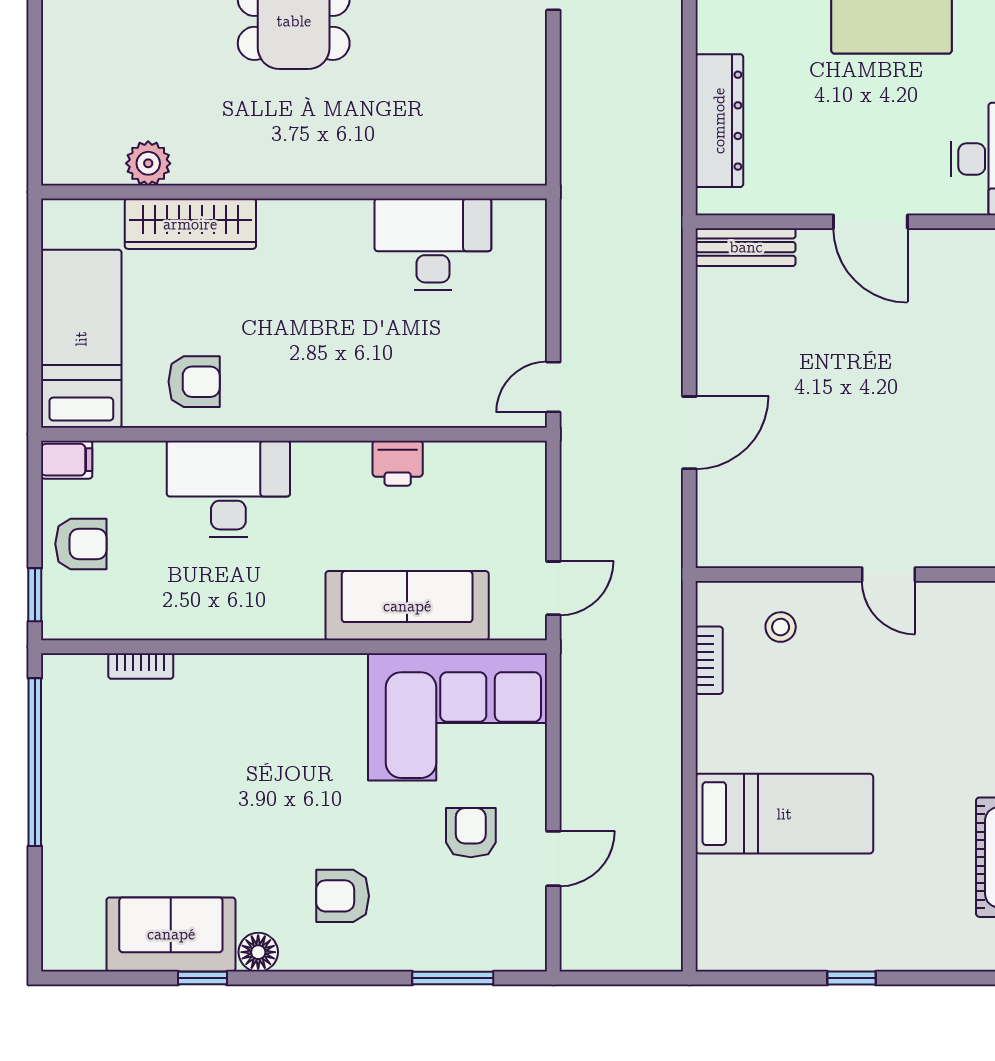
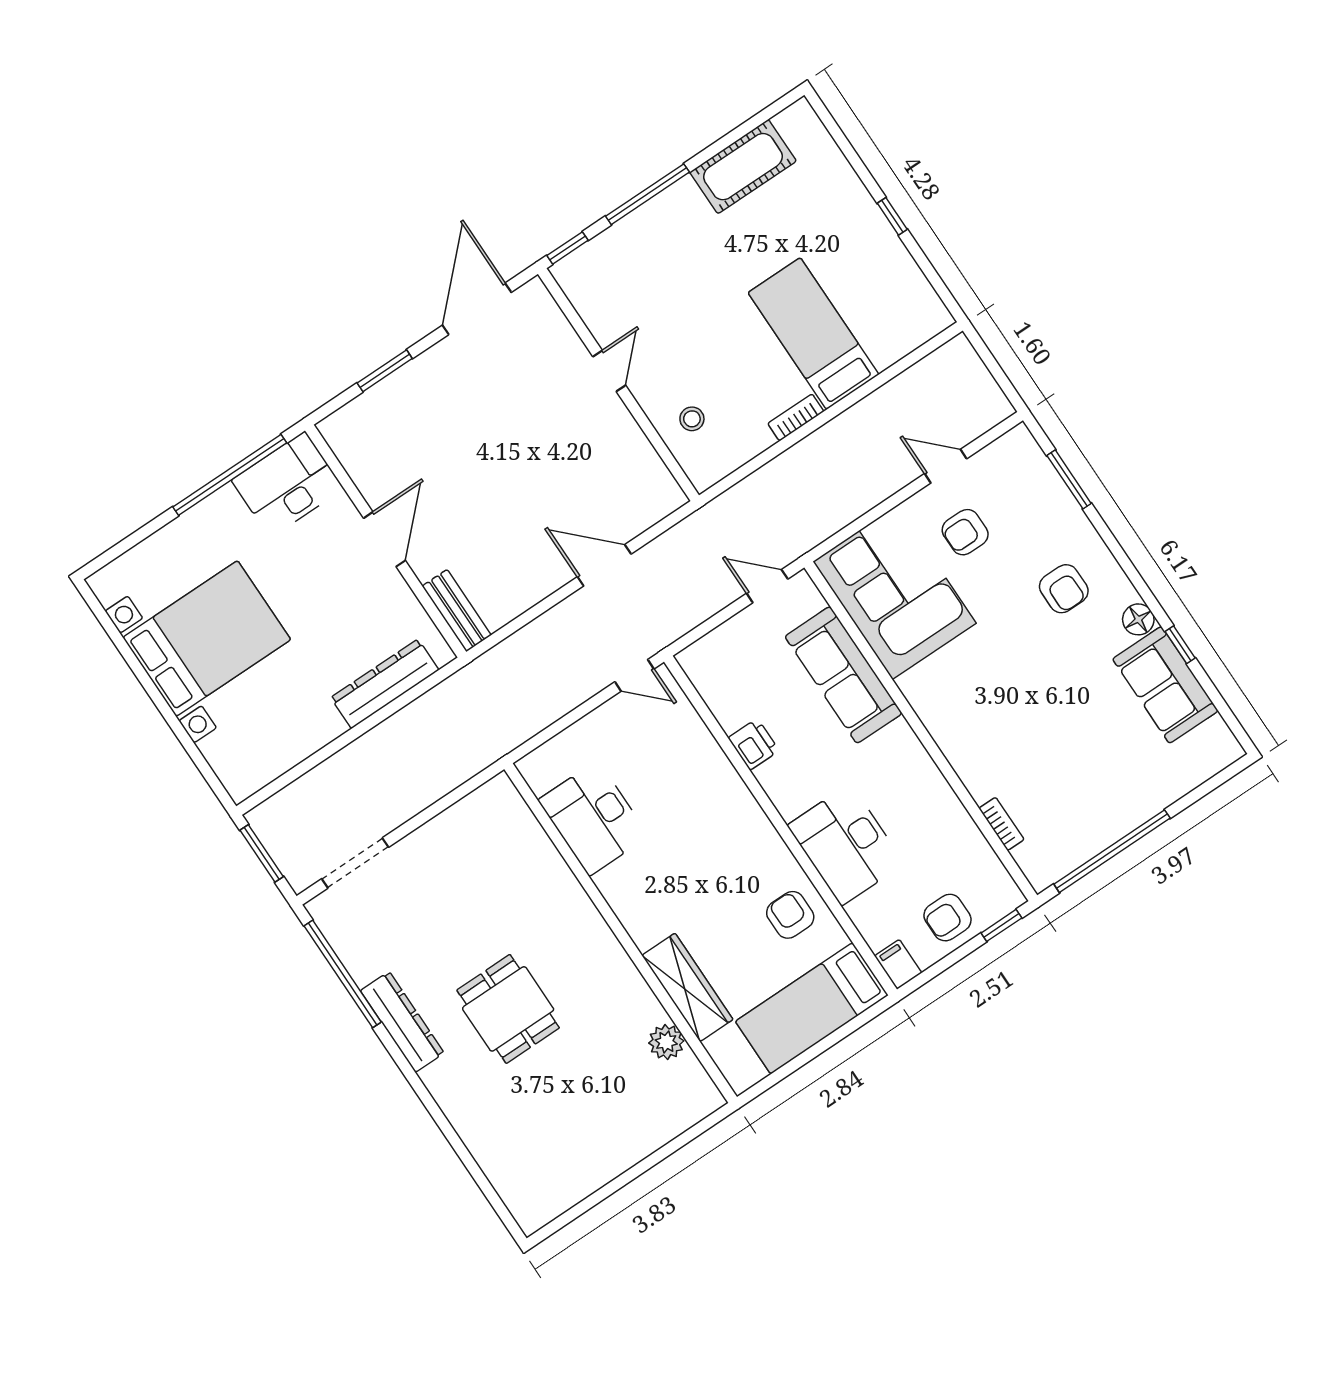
armchair: (81, 544) -> (948, 918), turned -90
bookcase: (709, 660) -> (796, 417), moved

